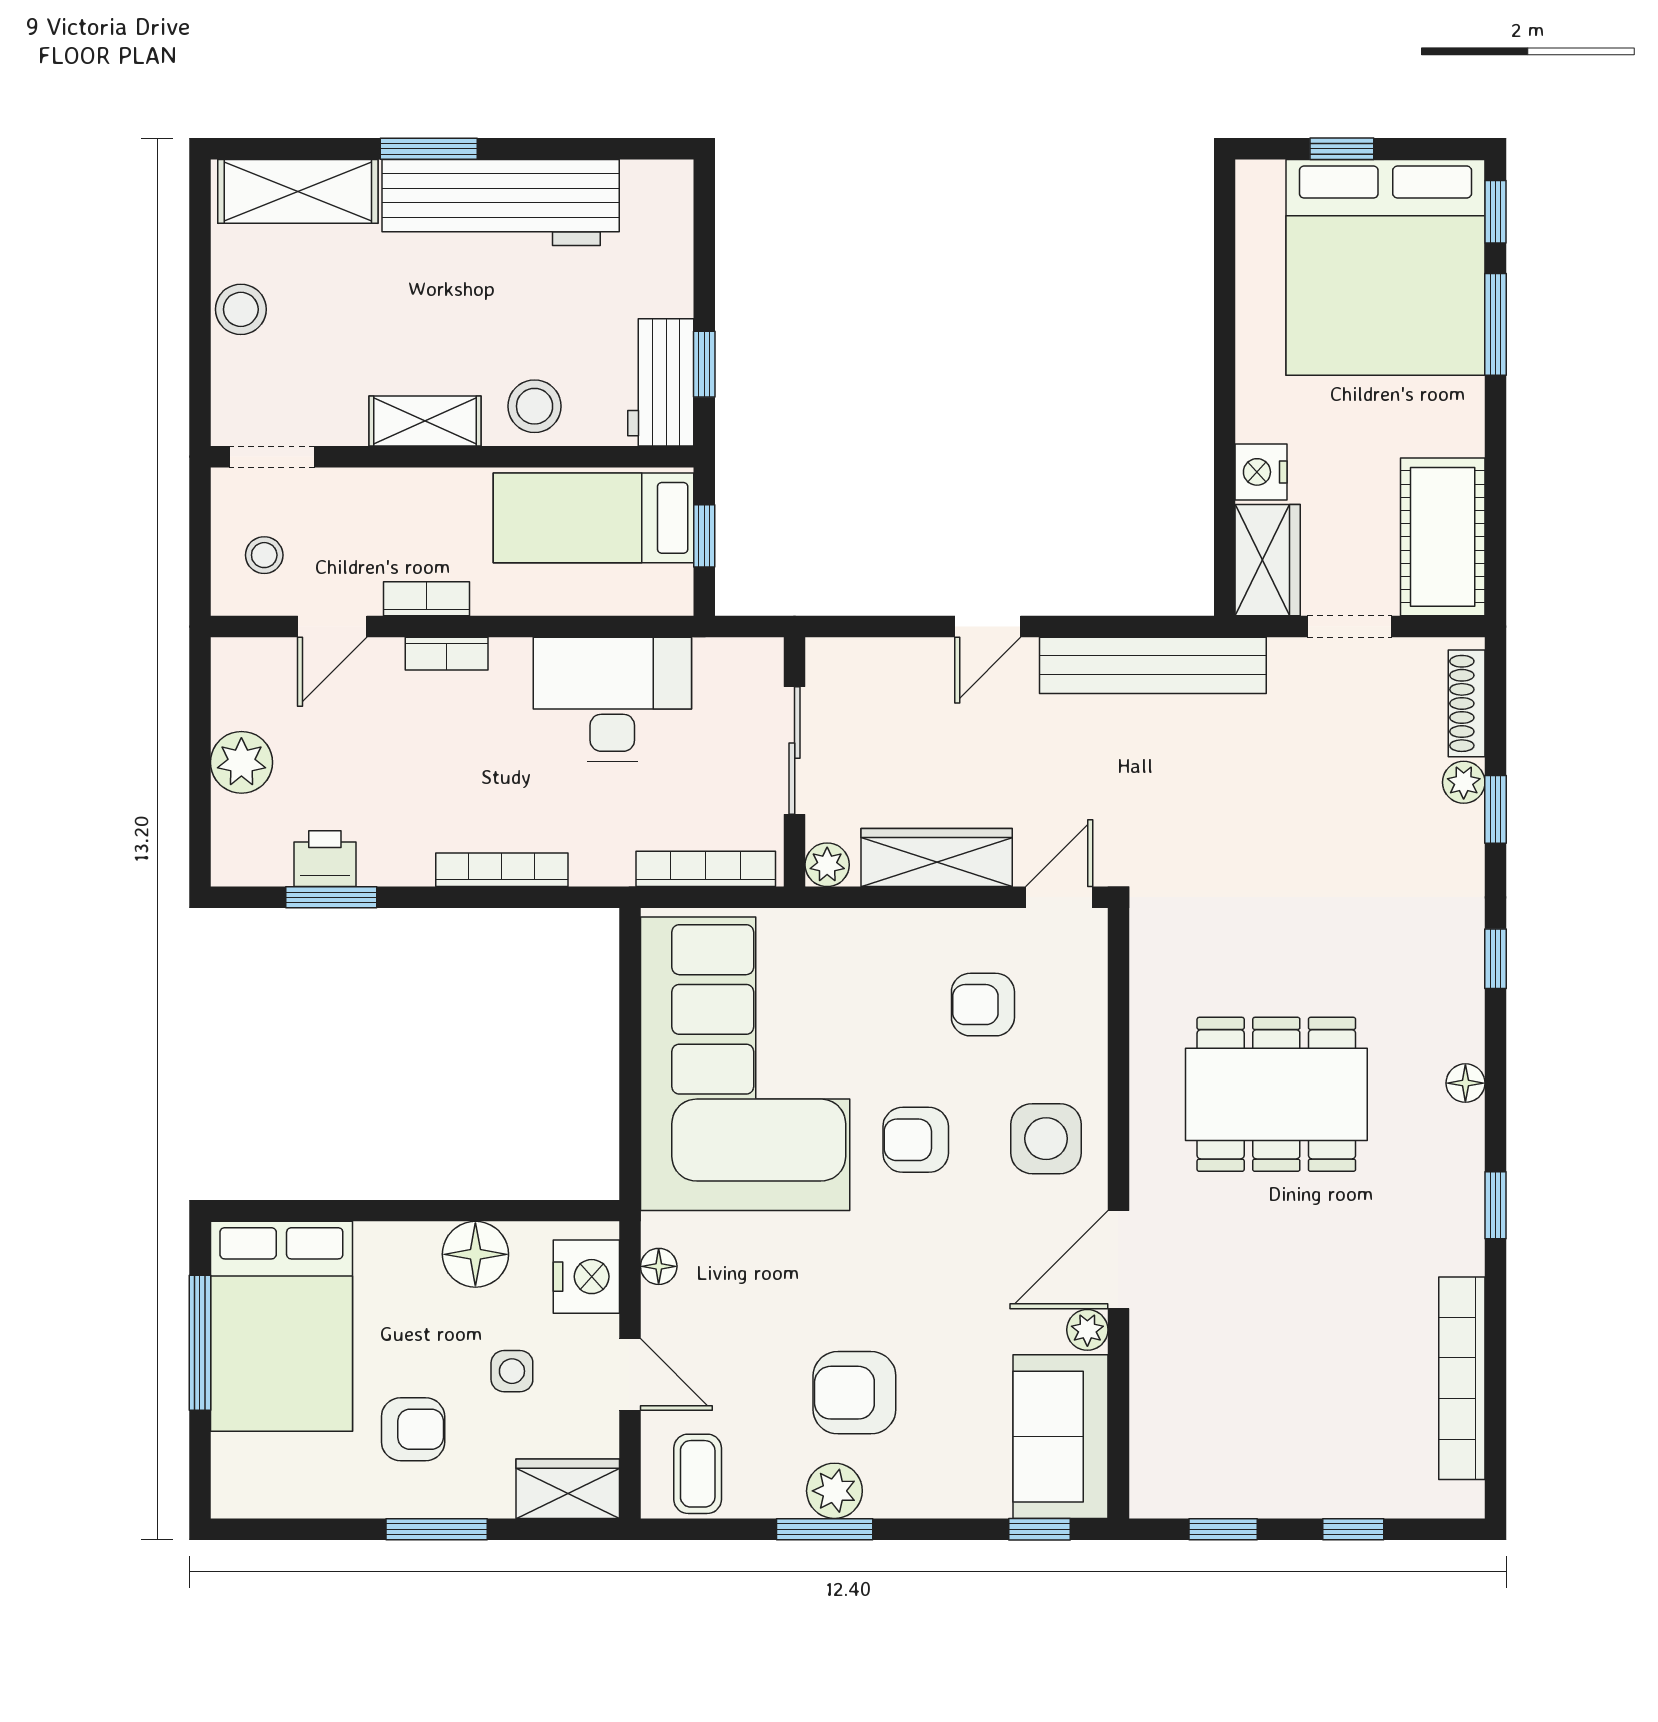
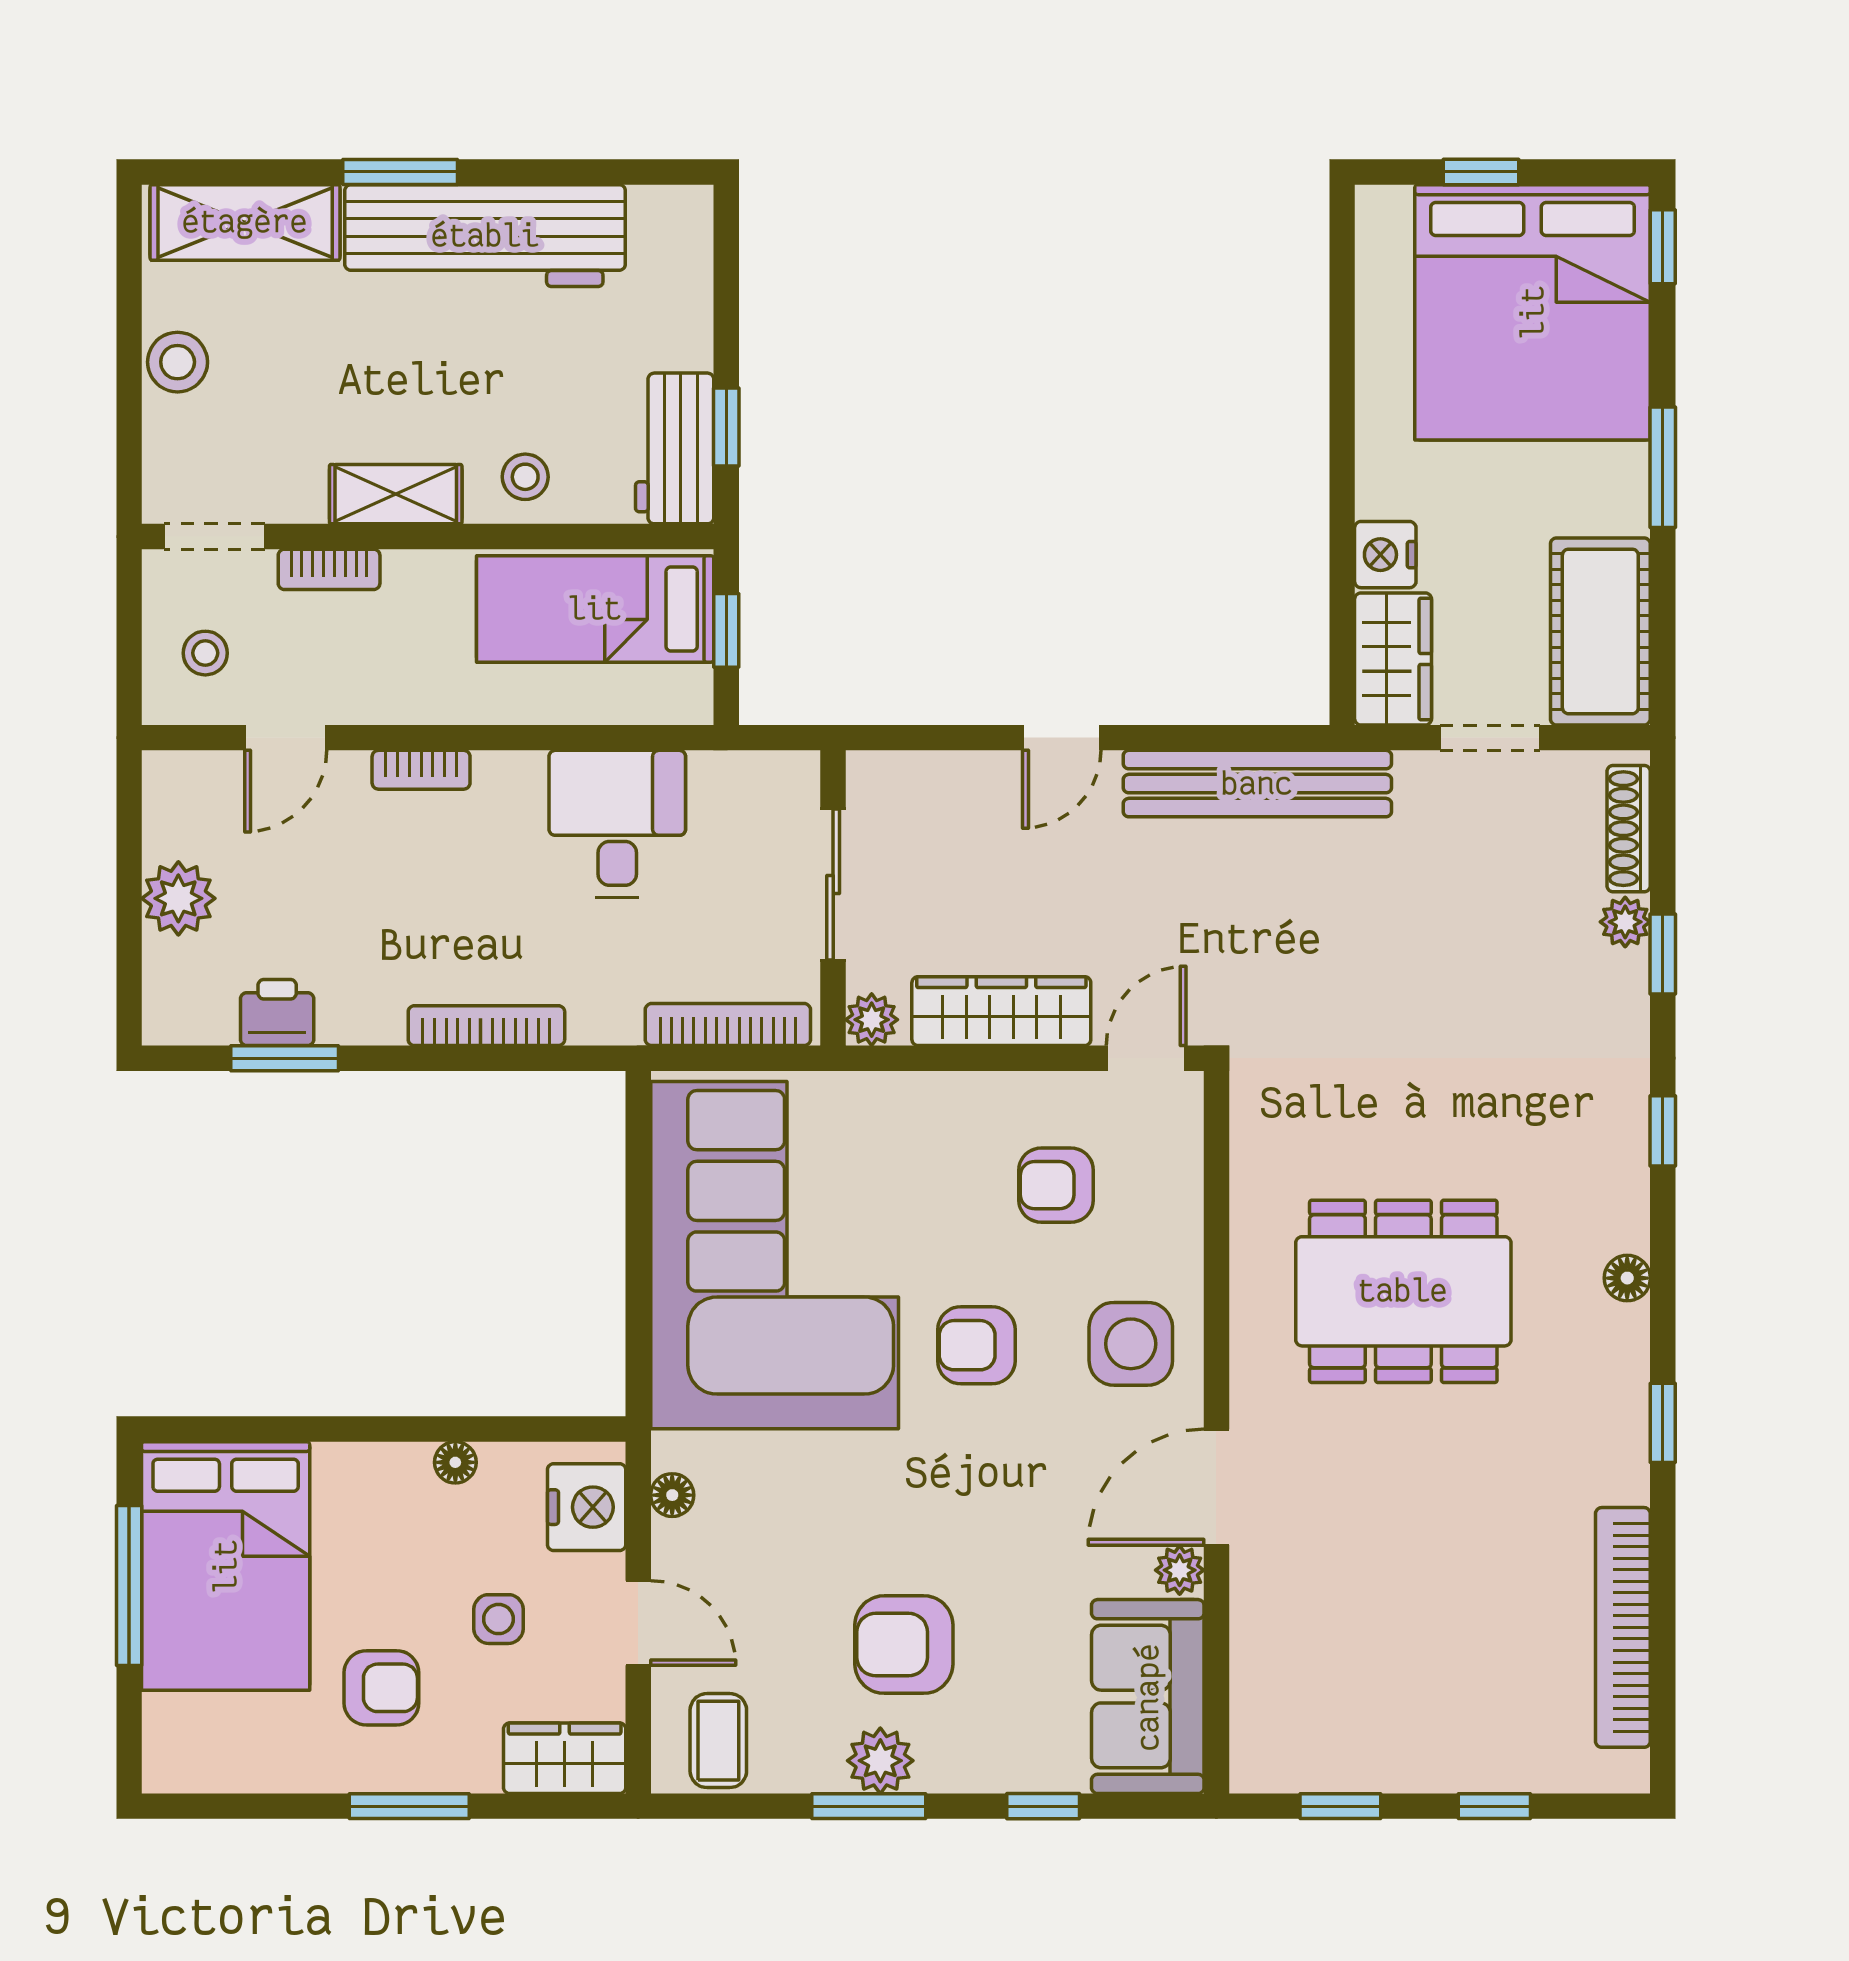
window: (1495, 324) -> (1663, 467), moved
stool: (535, 406) -> (525, 477), width x0.73, depth x0.73
bookcase: (427, 599) -> (329, 569), moved, turned 180
desk: (612, 699) -> (617, 824), width x0.73
floor lamp: (475, 1254) -> (455, 1462), width x0.53, depth x0.53
window: (1040, 1529) -> (1043, 1806), moved

